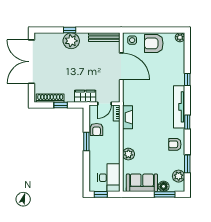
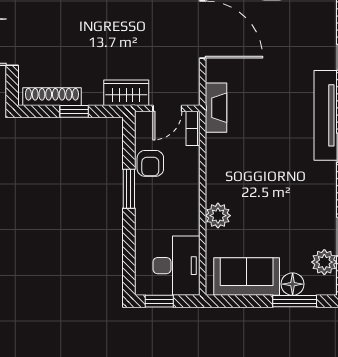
fireplace: (127, 117) -> (216, 108), moved
armchair: (175, 144) -> (317, 195), removed

